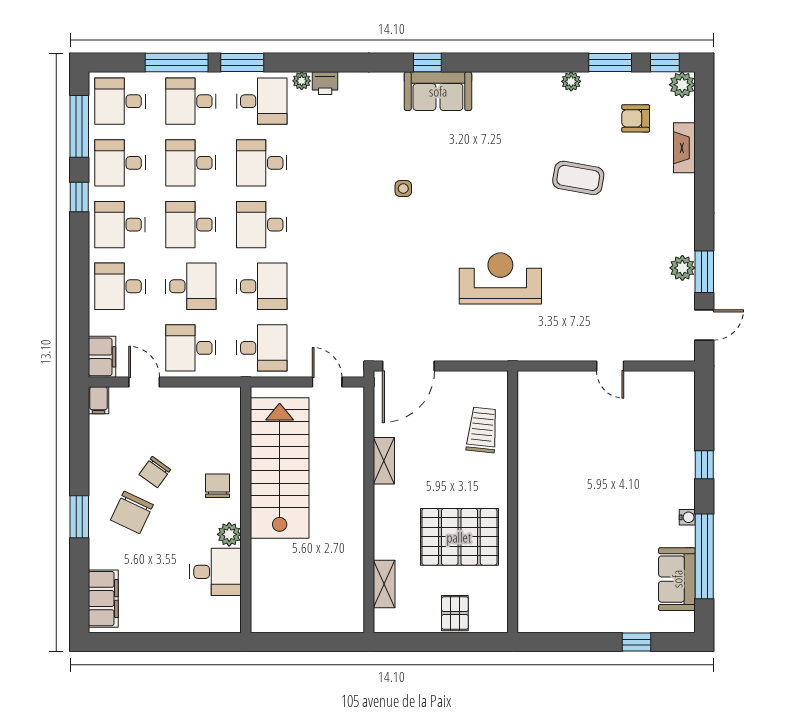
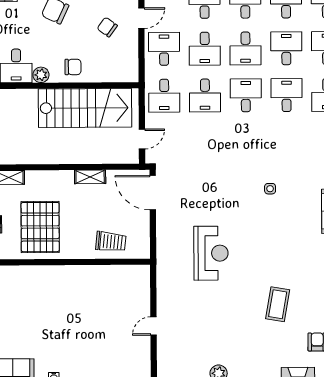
desk: (191, 225) -> (246, 48), turned 180
chair: (155, 472) -> (107, 27), moved

